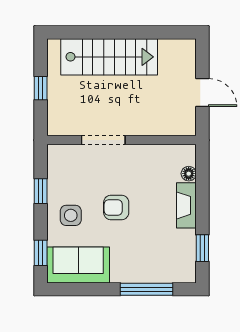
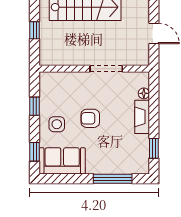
doorway: (103, 140) -> (106, 69), moved

